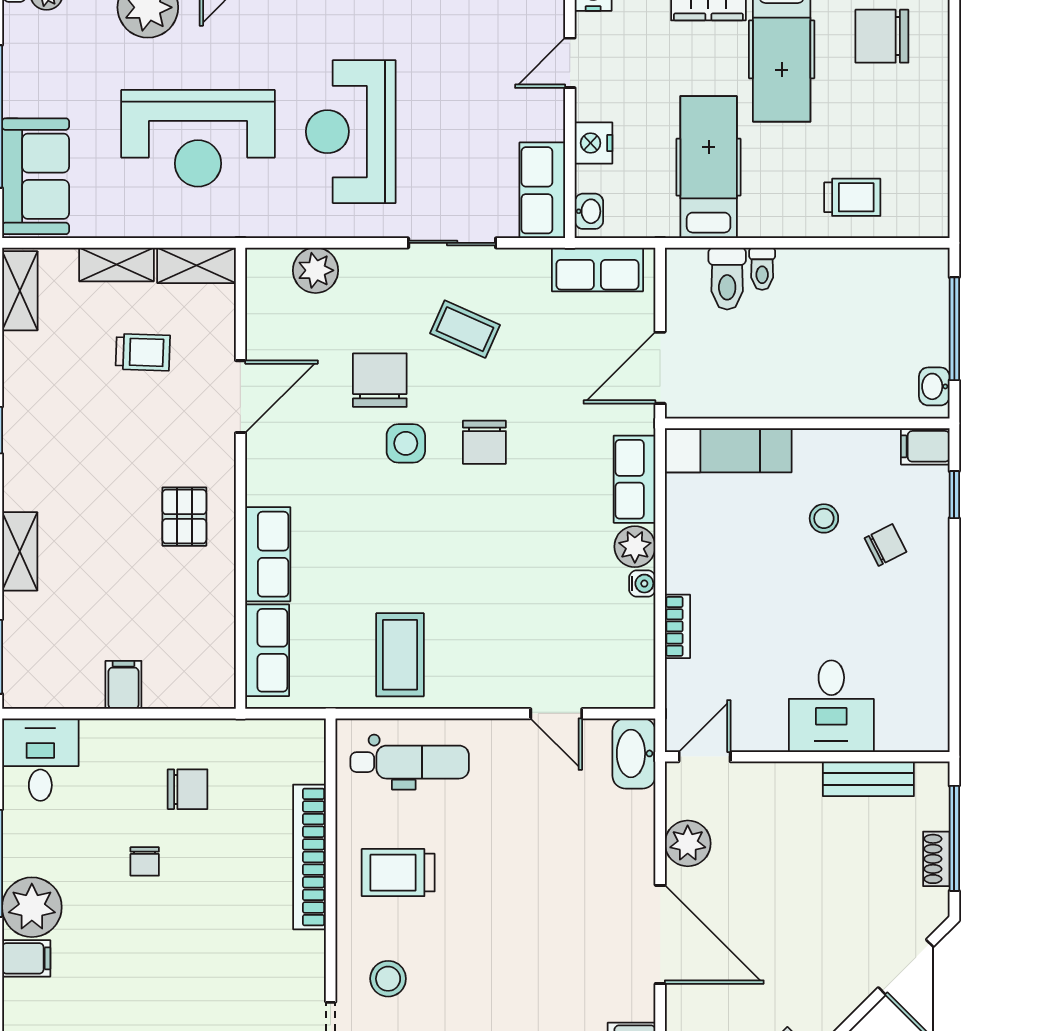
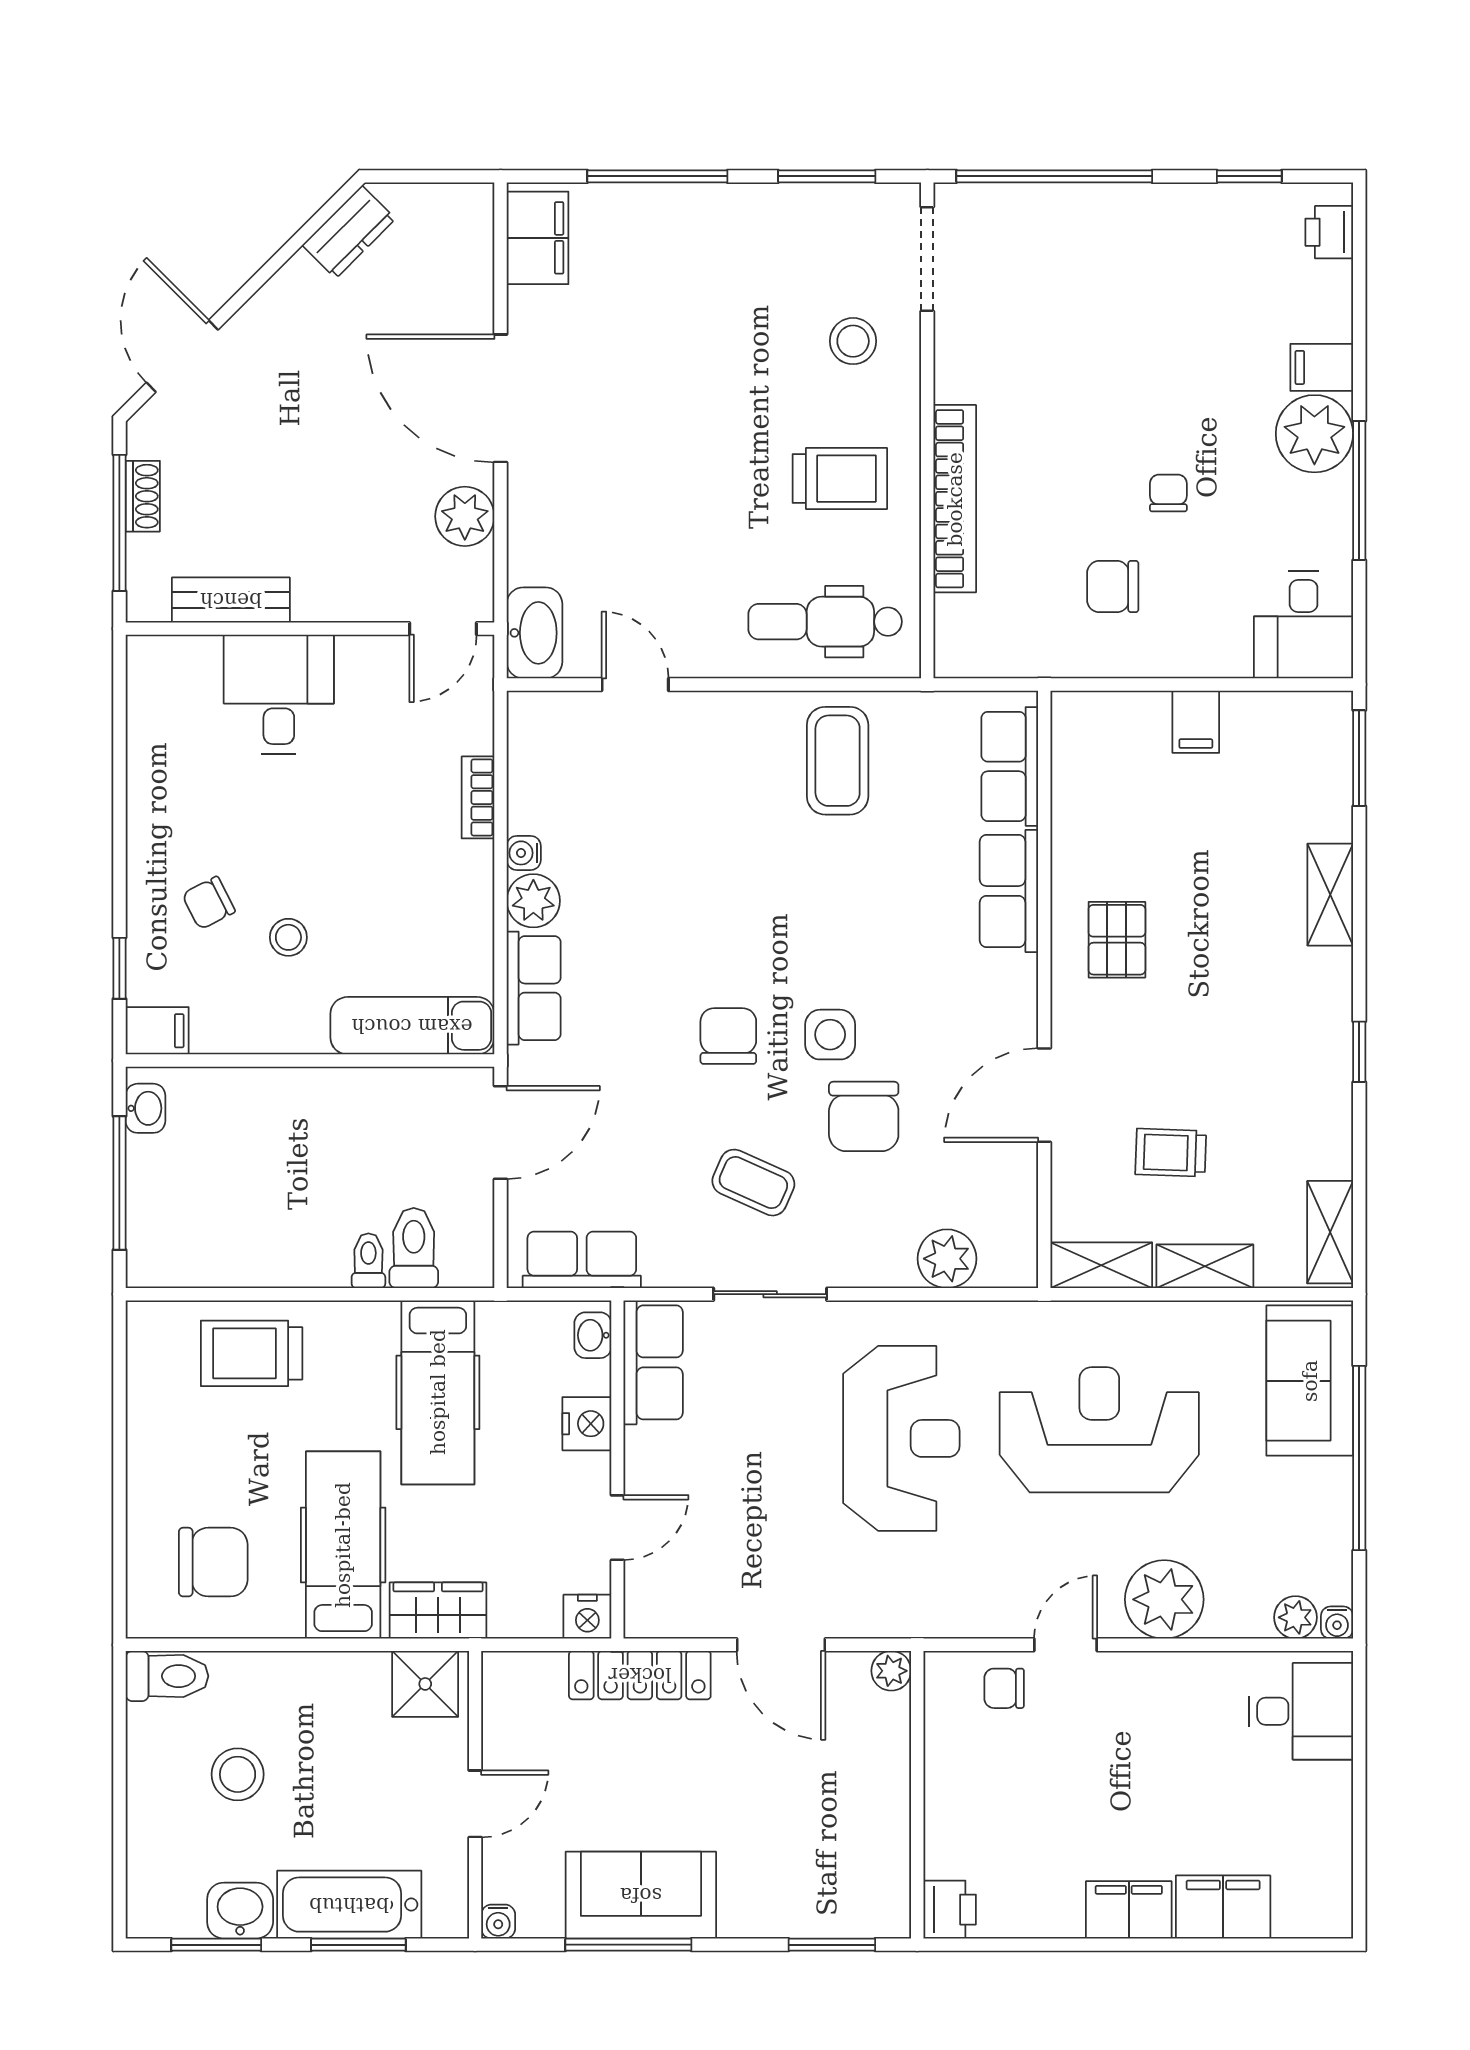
trolley: (852, 197) -> (252, 1353), width x1.36, depth x1.39

